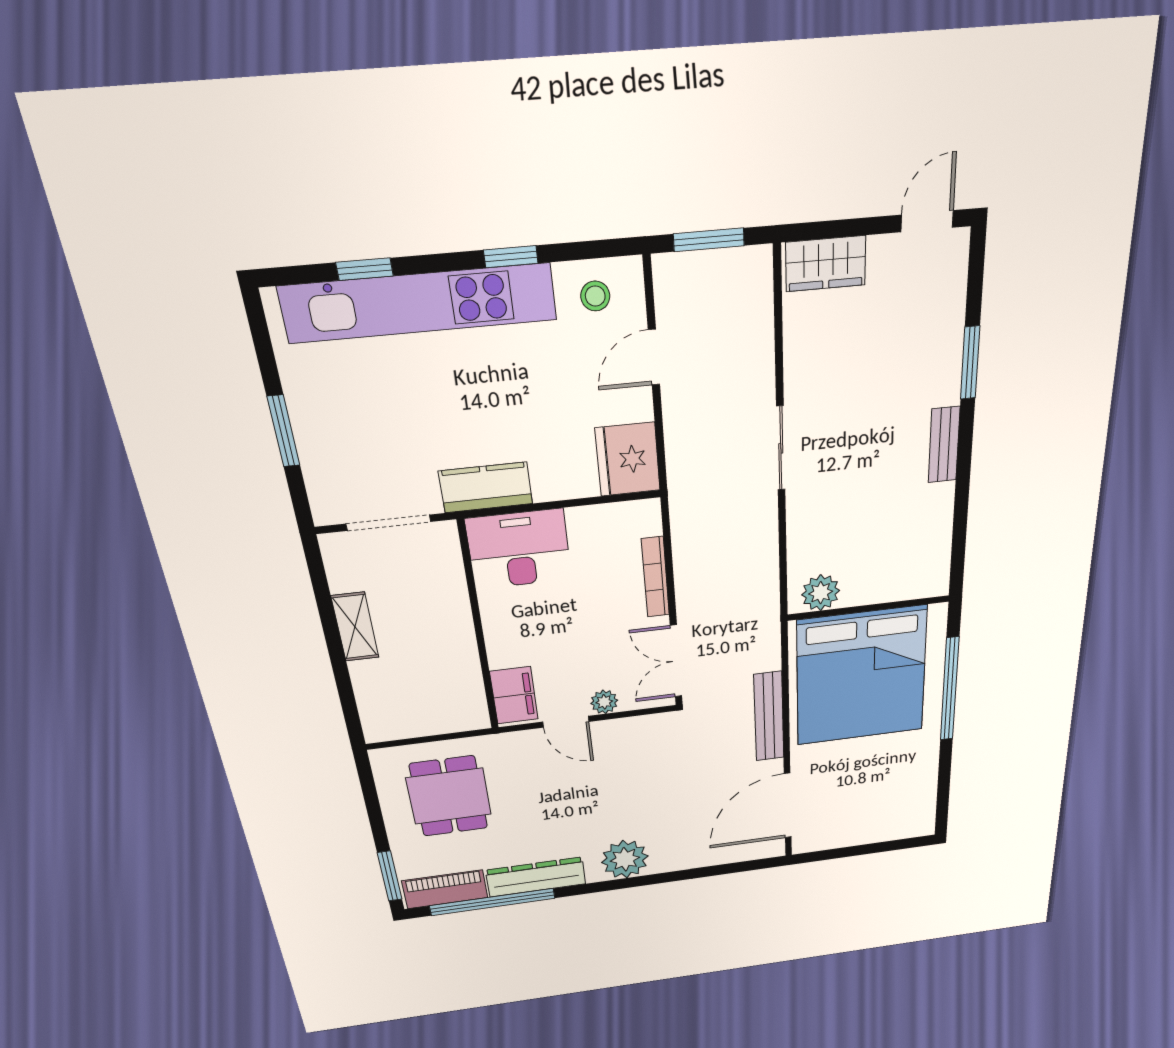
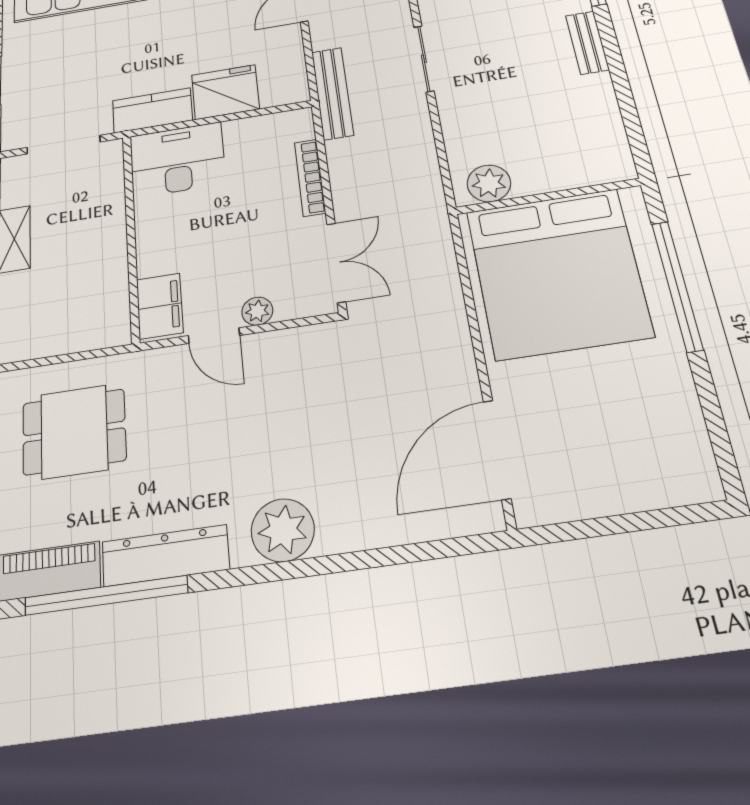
fridge: (628, 459) -> (225, 92), moved, turned 90
double door: (676, 661) -> (336, 262), swing flipped
bench: (769, 717) -> (332, 93), moved
dining table: (449, 796) -> (74, 432), turned 90

